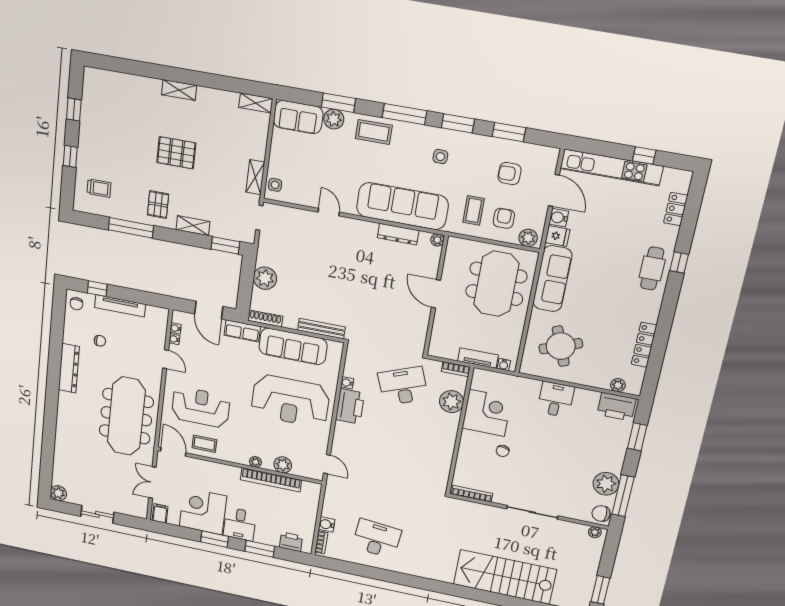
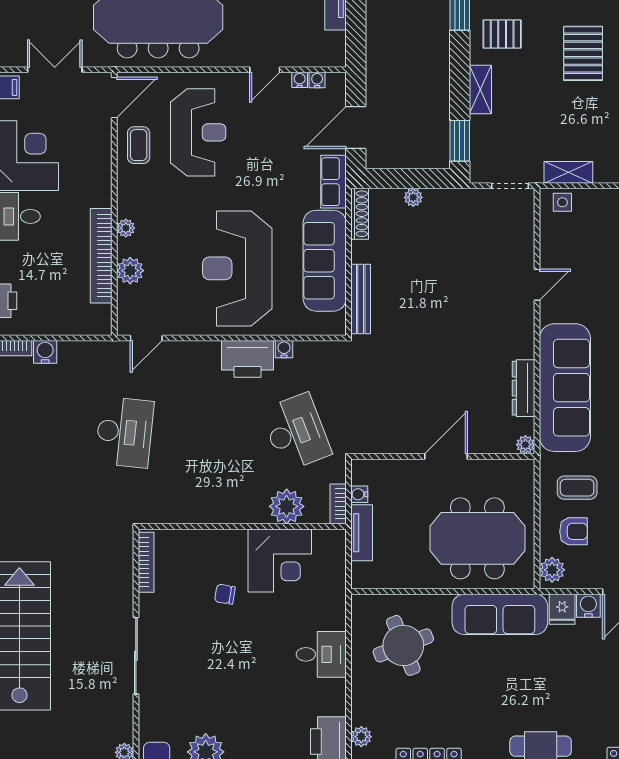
plant: (265, 278) -> (413, 197), width x0.53, depth x0.53
water cooler: (504, 365) -> (359, 494), moved
desk: (377, 539) -> (124, 432), moved

